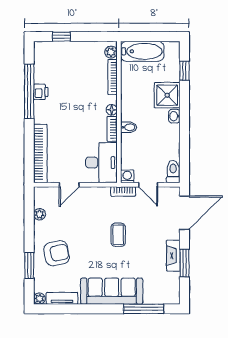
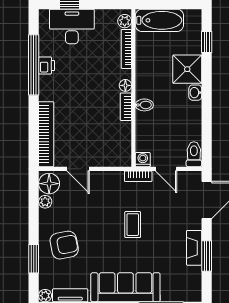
desk: (101, 163) -> (72, 26), moved, turned -90
door: (69, 185) -> (78, 169), hinge flipped
floor lamp: (43, 198) -> (49, 184), added

